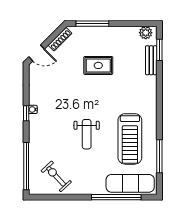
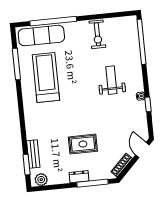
dresser: (106, 32) -> (79, 177), added
door: (37, 53) -> (142, 150), hinge flipped
window: (26, 113) -> (148, 104), moved
weight bench: (87, 134) -> (111, 80), moved
exercise bike: (56, 176) -> (97, 34), moved, turned 43

